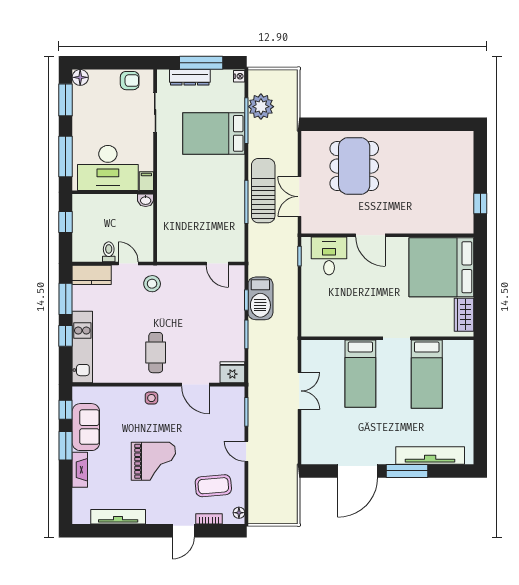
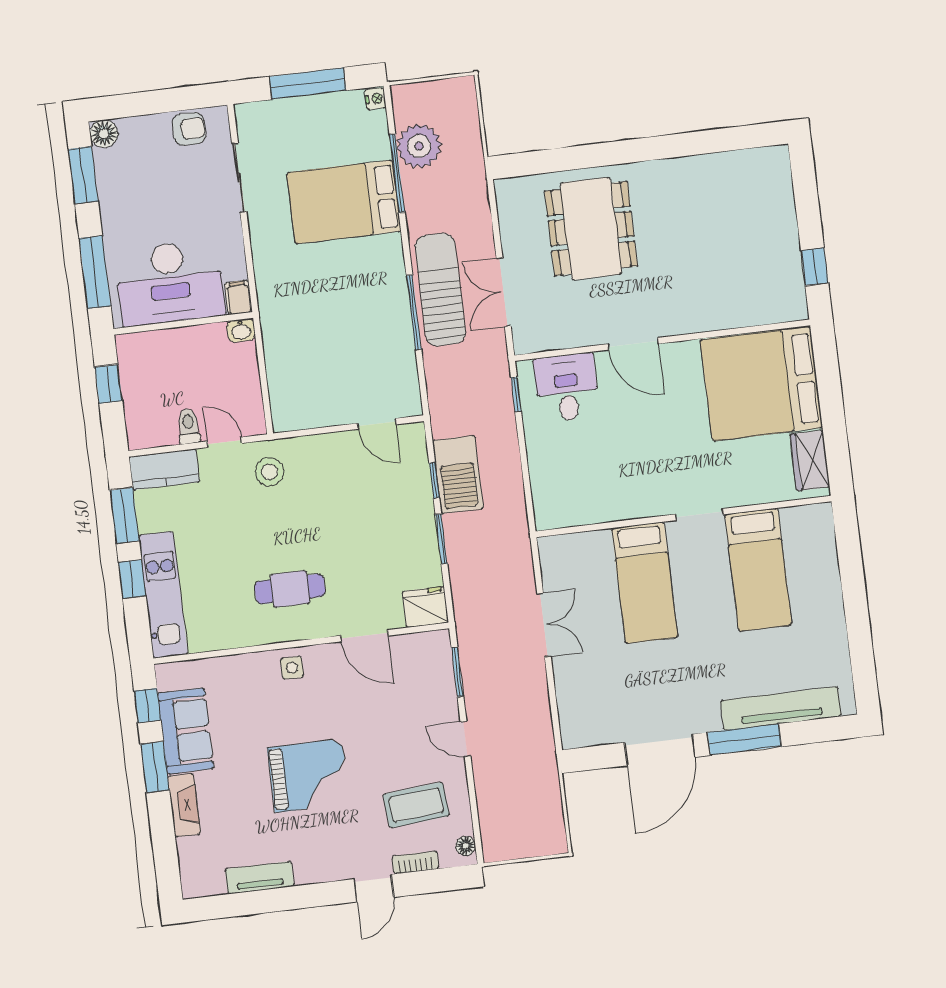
dresser: (190, 77) -> (291, 111), removed
cafe table: (156, 353) -> (290, 589), turned 90
tv unit: (118, 517) -> (260, 878), width x0.71

